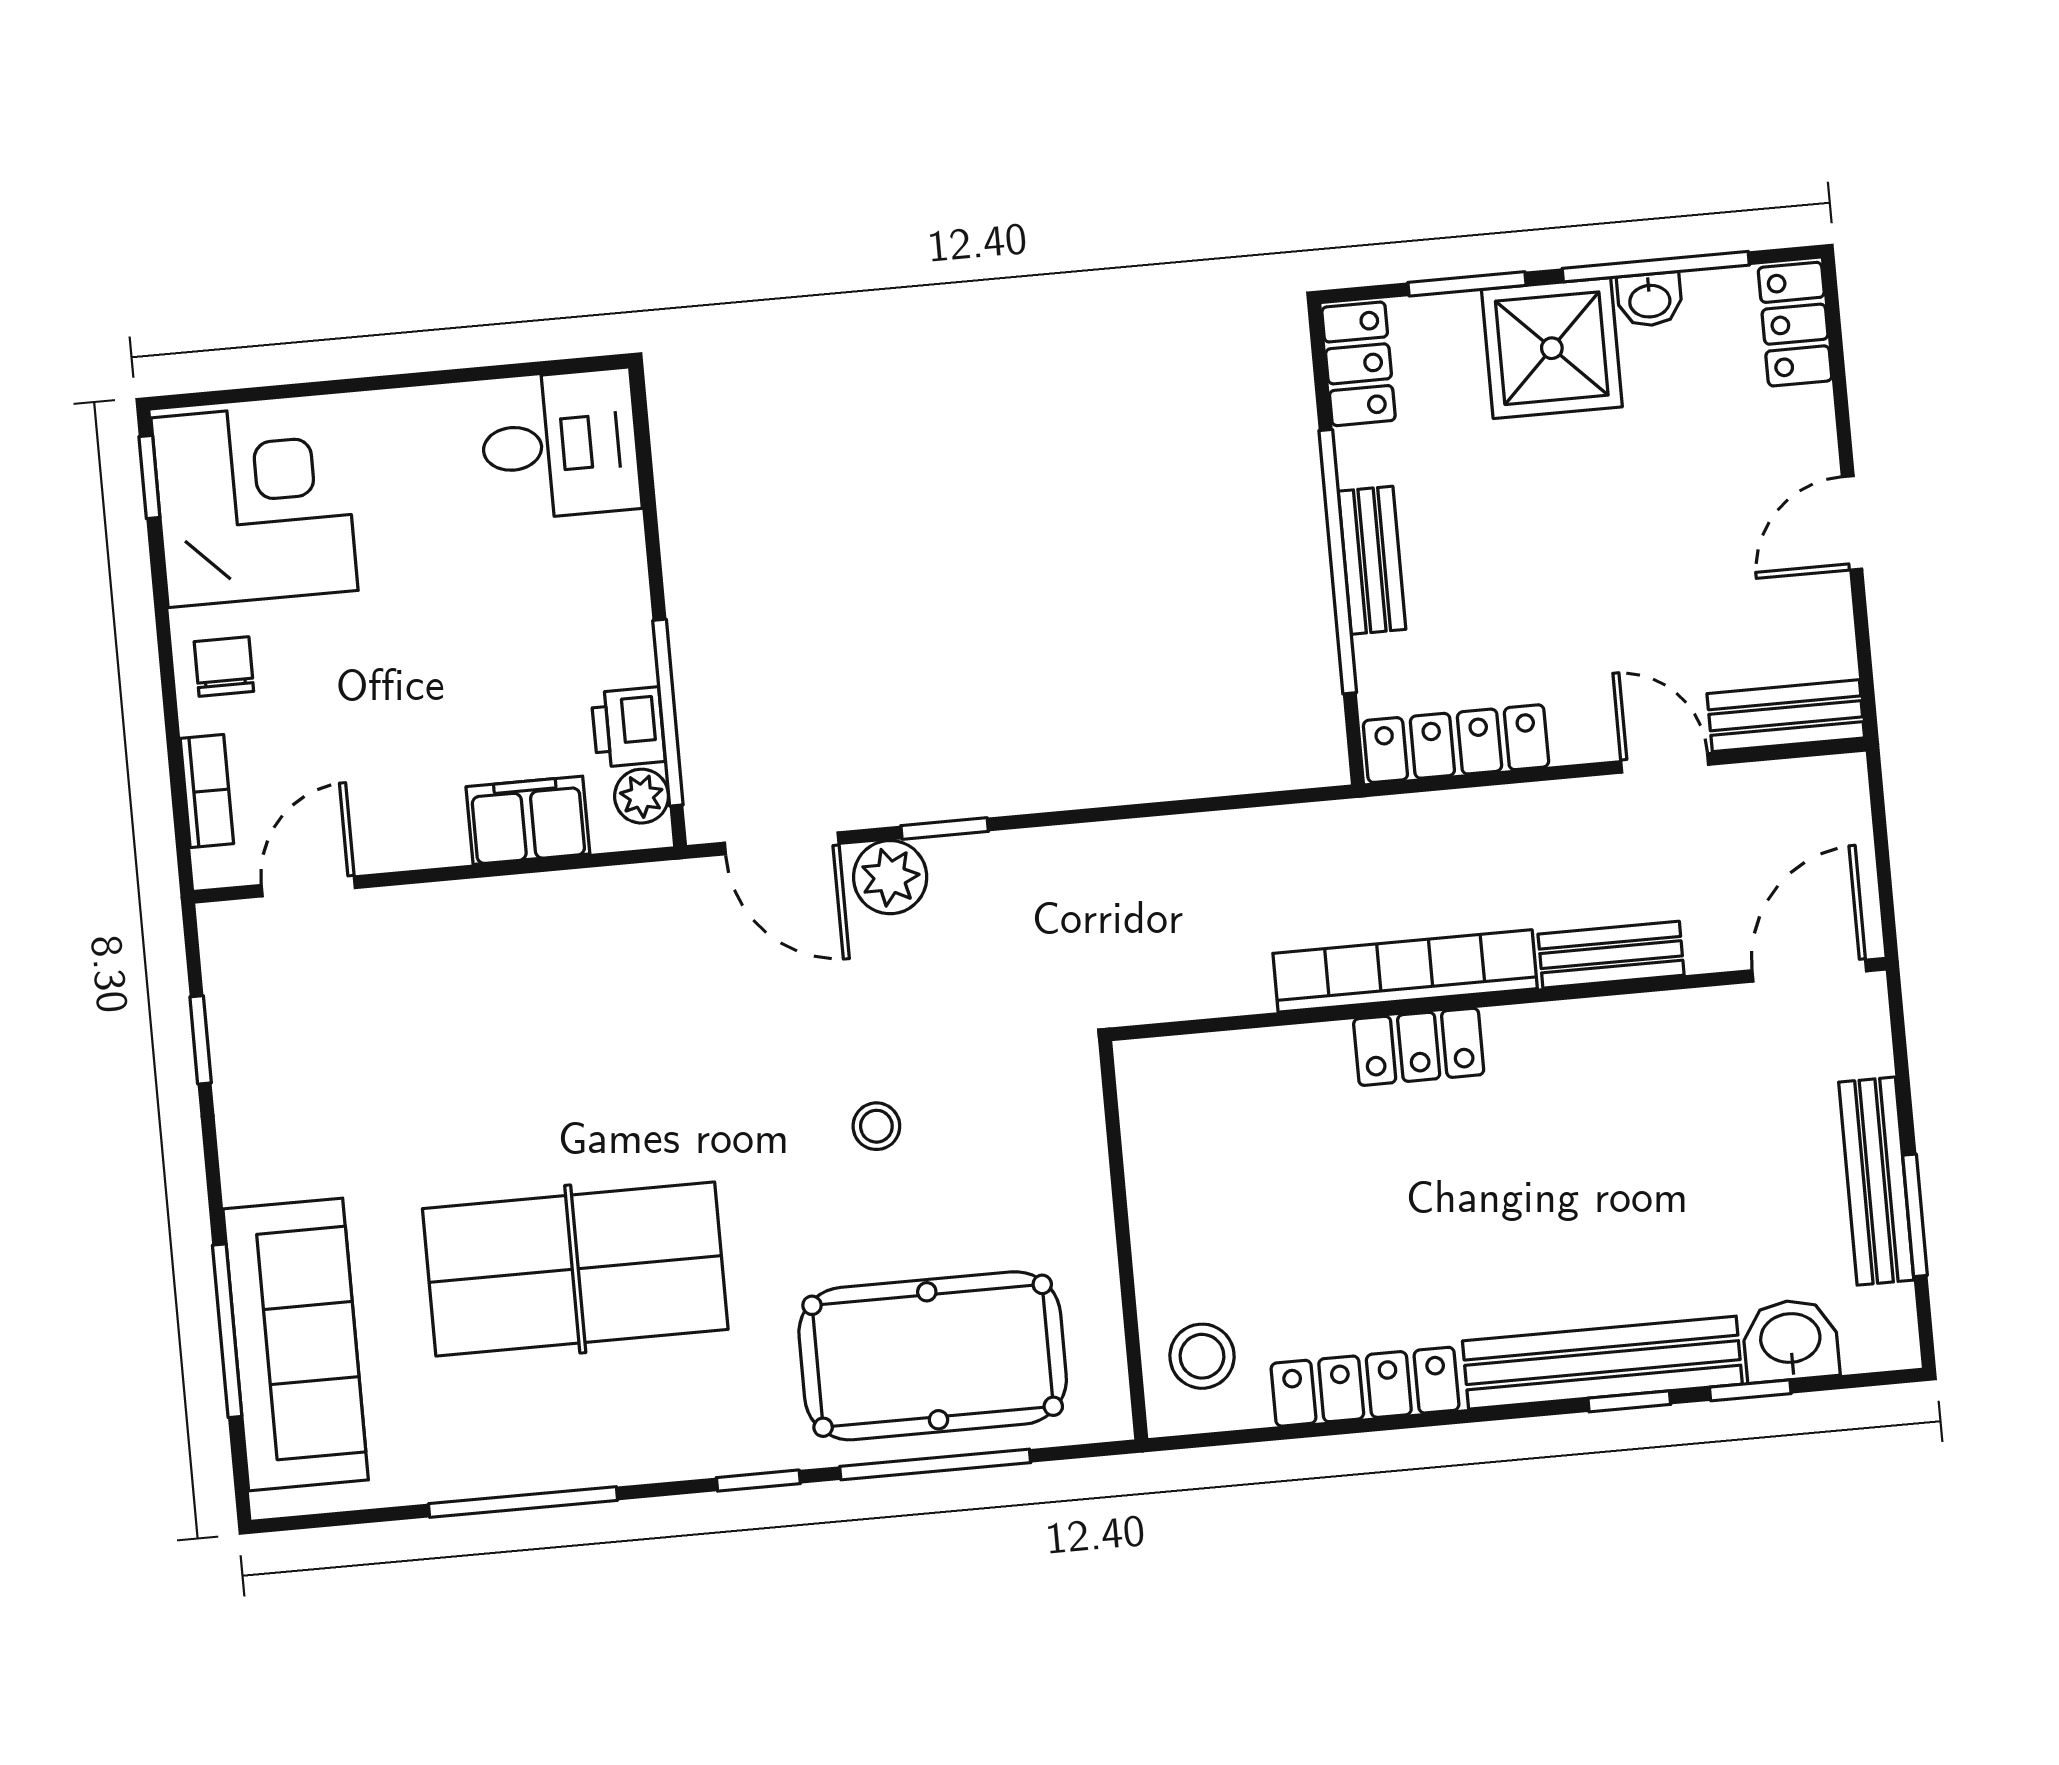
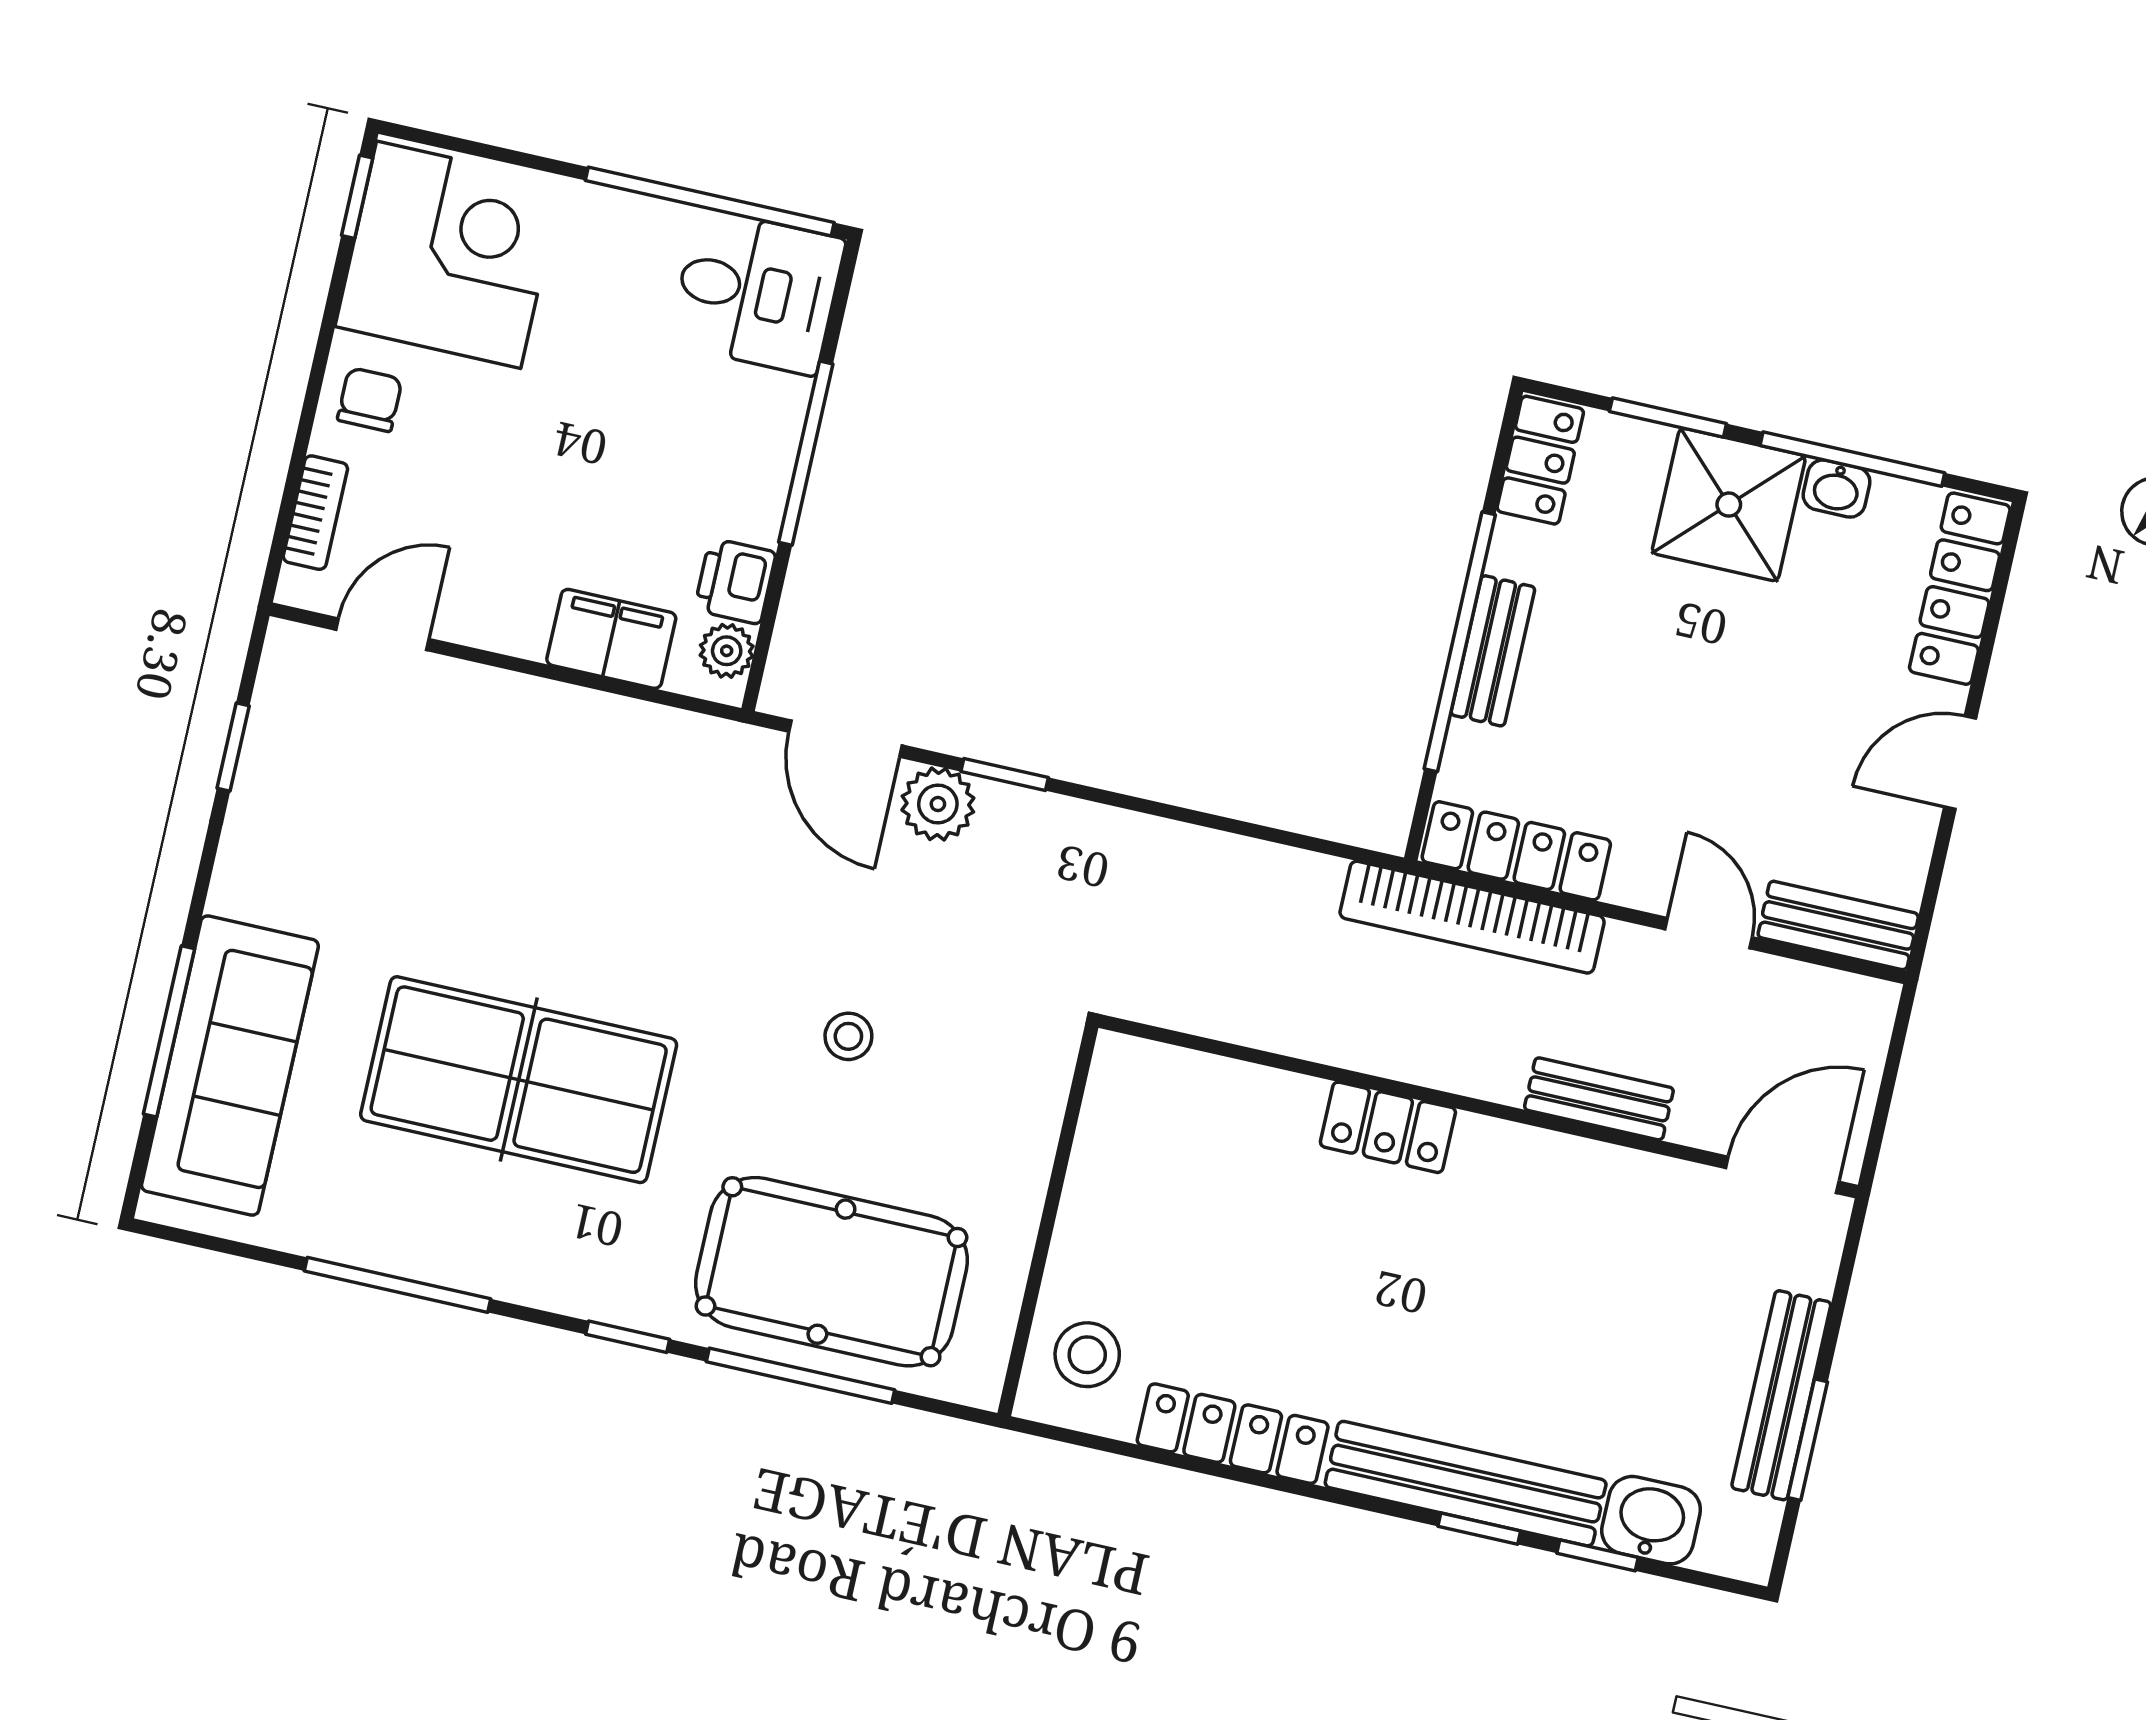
locker: (1795, 324) -> (1960, 589), width x1.53
window: (487, 373) -> (710, 202), added
window: (668, 713) -> (806, 453), moved
bookcase: (1405, 971) -> (1472, 917), moved, turned 180

